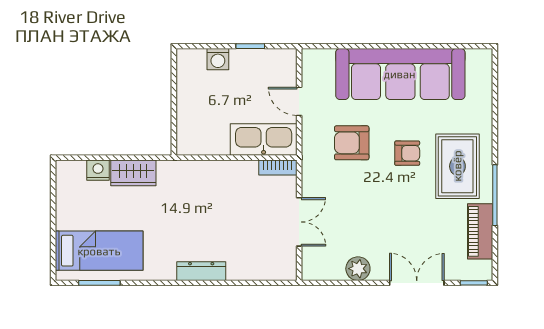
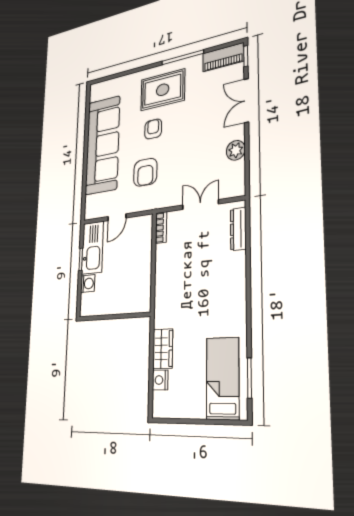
kitchen sink: (264, 139) -> (92, 248), moved, turned 180
piano: (480, 231) -> (223, 57), moved
dresser: (201, 271) -> (238, 229), moved

